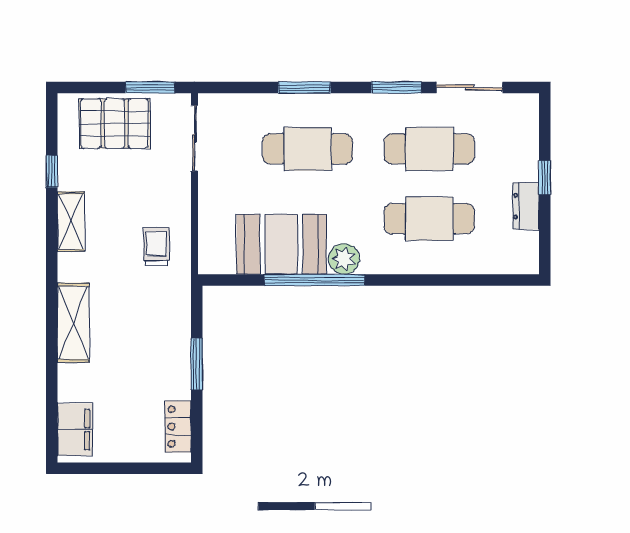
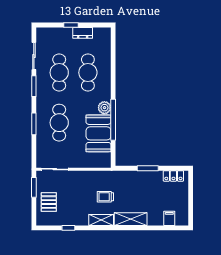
pallet: (115, 124) -> (49, 202), width x0.67, depth x0.71
shelving: (71, 222) -> (101, 220), moved
trolley: (157, 247) -> (105, 197), moved
filing cabinet: (75, 430) -> (169, 218), width x0.50

